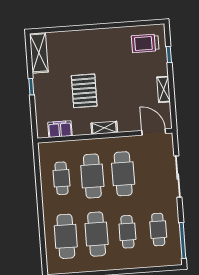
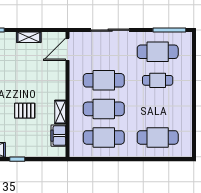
pallet: (84, 91) -> (25, 111), width x0.67, depth x0.71
shelving: (104, 128) -> (60, 112), moved
cafe table: (62, 178) -> (104, 137), width x1.37, depth x1.35
cafe table: (158, 230) -> (158, 52), width x1.37, depth x1.35
cafe table: (97, 234) -> (158, 109), removed

